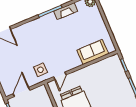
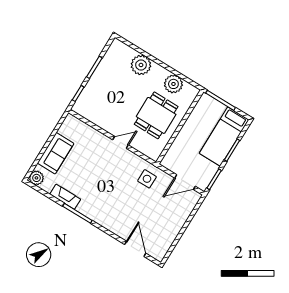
sofa: (93, 52) -> (56, 153), moved, turned -90
door: (60, 76) -> (121, 142), moved

